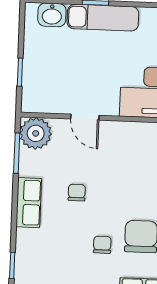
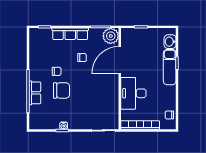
door: (85, 117) -> (120, 60), width x1.88
row of seats: (29, 203) -> (70, 34), width x1.48

